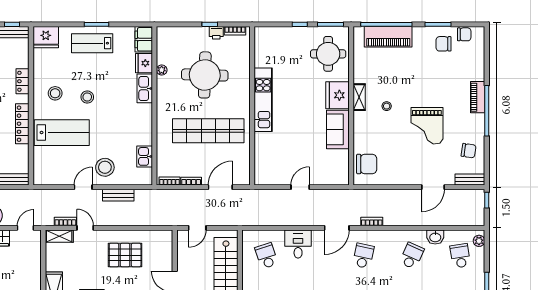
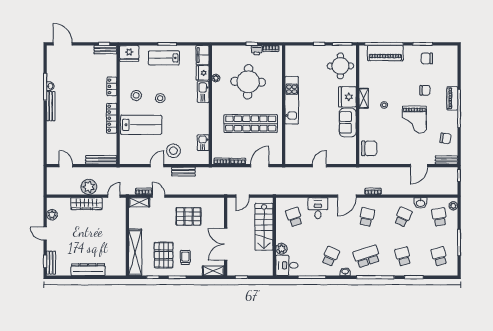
chair: (464, 34) -> (425, 90), moved

